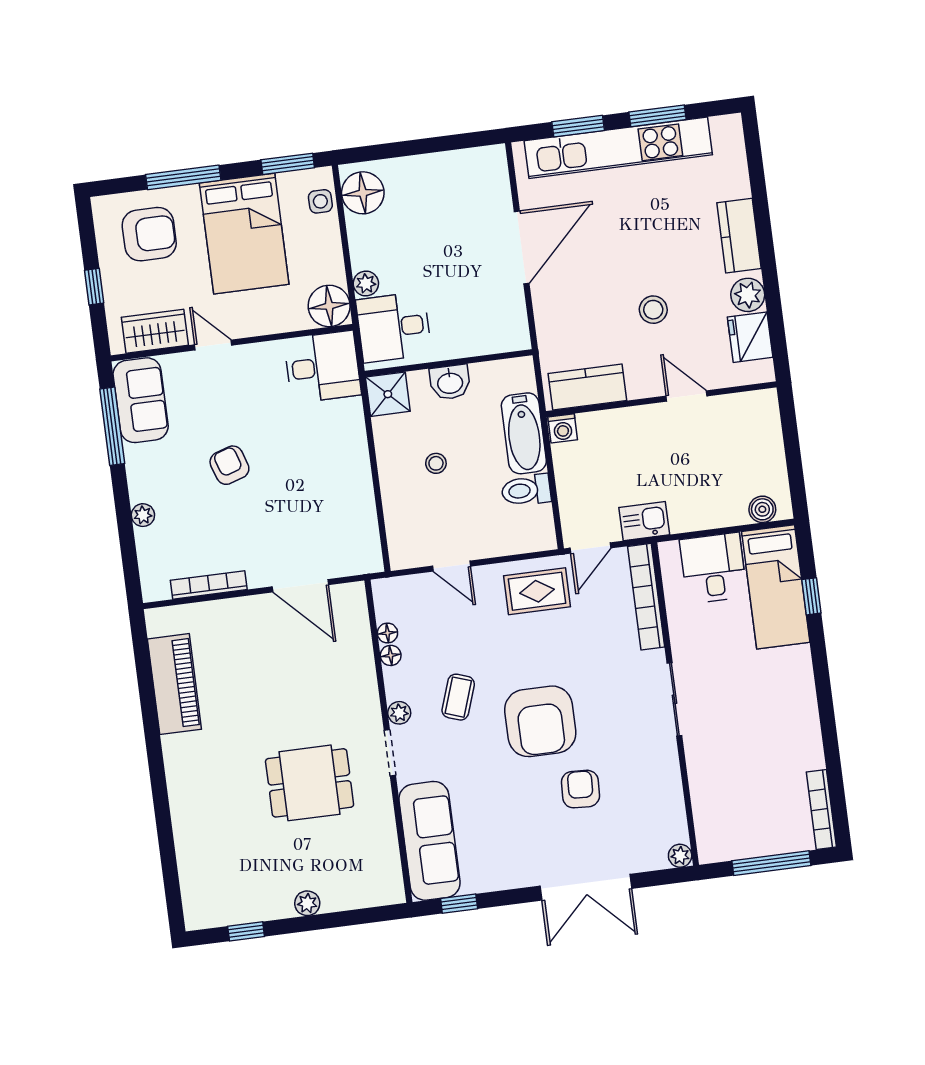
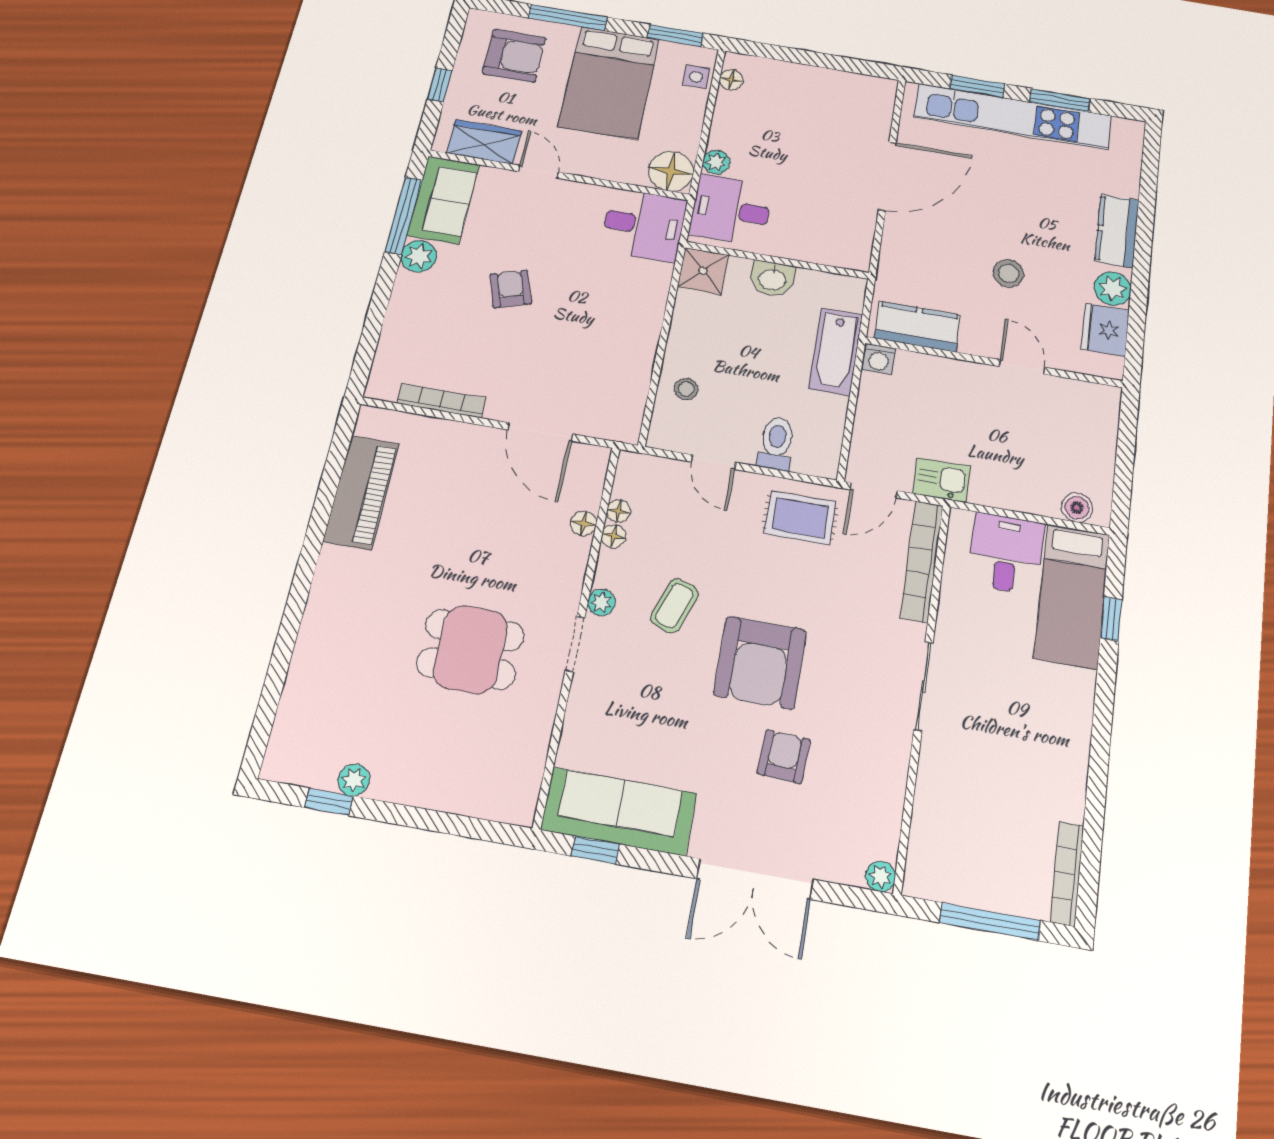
floor lamp: (363, 193) -> (731, 80), width x0.53, depth x0.53
stool: (436, 463) -> (686, 389), moved
toilet: (526, 490) -> (776, 443), moved, turned 90
plant: (143, 515) -> (419, 256), moved, width x1.38, depth x1.38
floor lamp: (363, 652) -> (584, 523), added
sofa: (430, 841) -> (619, 811), moved, turned -90
plant: (307, 903) -> (354, 780), moved

